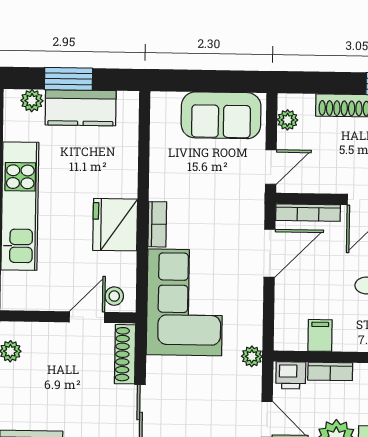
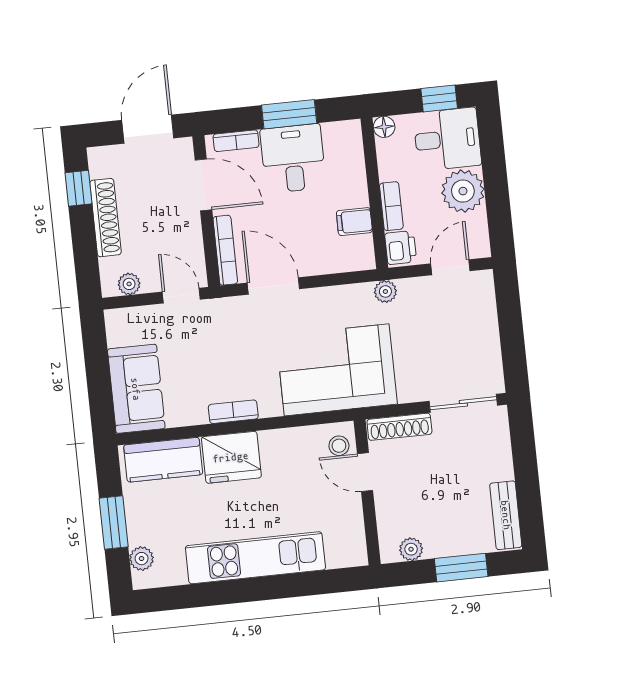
kitchen counter: (81, 108) -> (163, 460), moved, turned 90
sofa: (221, 115) -> (136, 389), moved
bookcase: (157, 224) -> (233, 412), moved
fridge: (115, 225) -> (231, 457), moved

